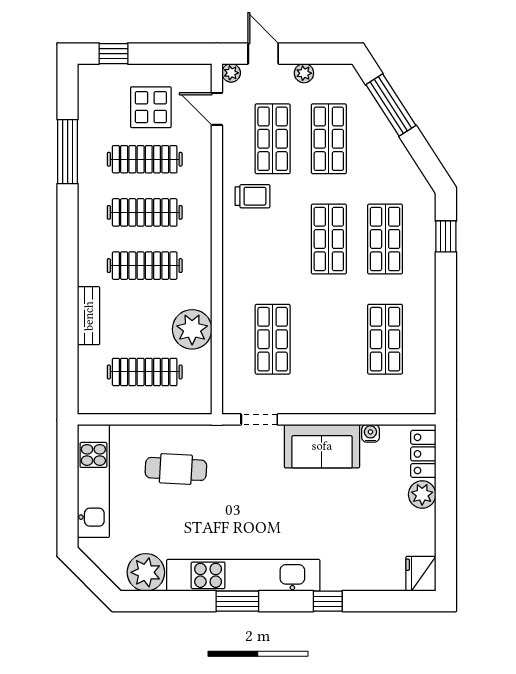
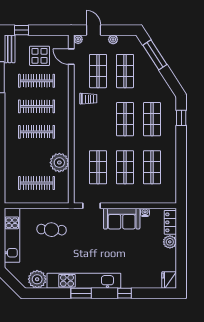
bench: (89, 316) -> (10, 49), moved
shop shelf: (329, 339) -> (125, 167), added

